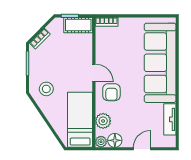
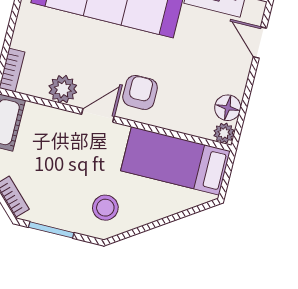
armchair: (111, 92) -> (140, 92), turned -90
plant: (103, 121) -> (63, 89), moved
door: (142, 149) -> (260, 42), moved

